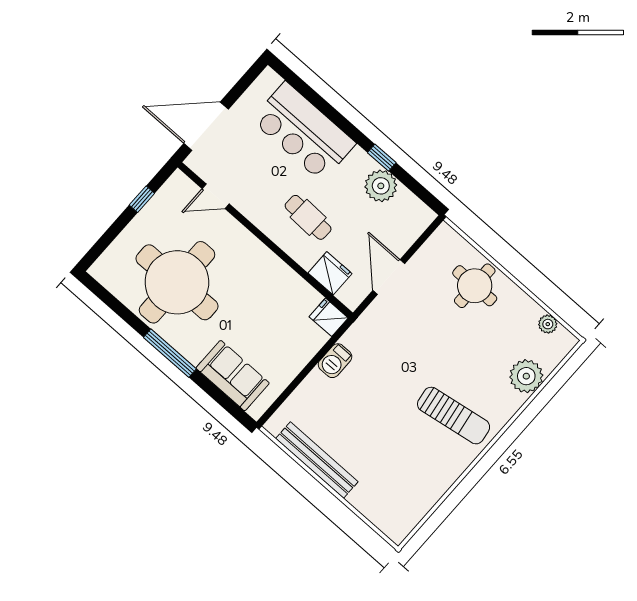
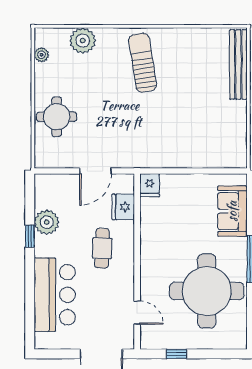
barbecue: (335, 361) -> (171, 159), removed
bench: (317, 460) -> (238, 64), moved

